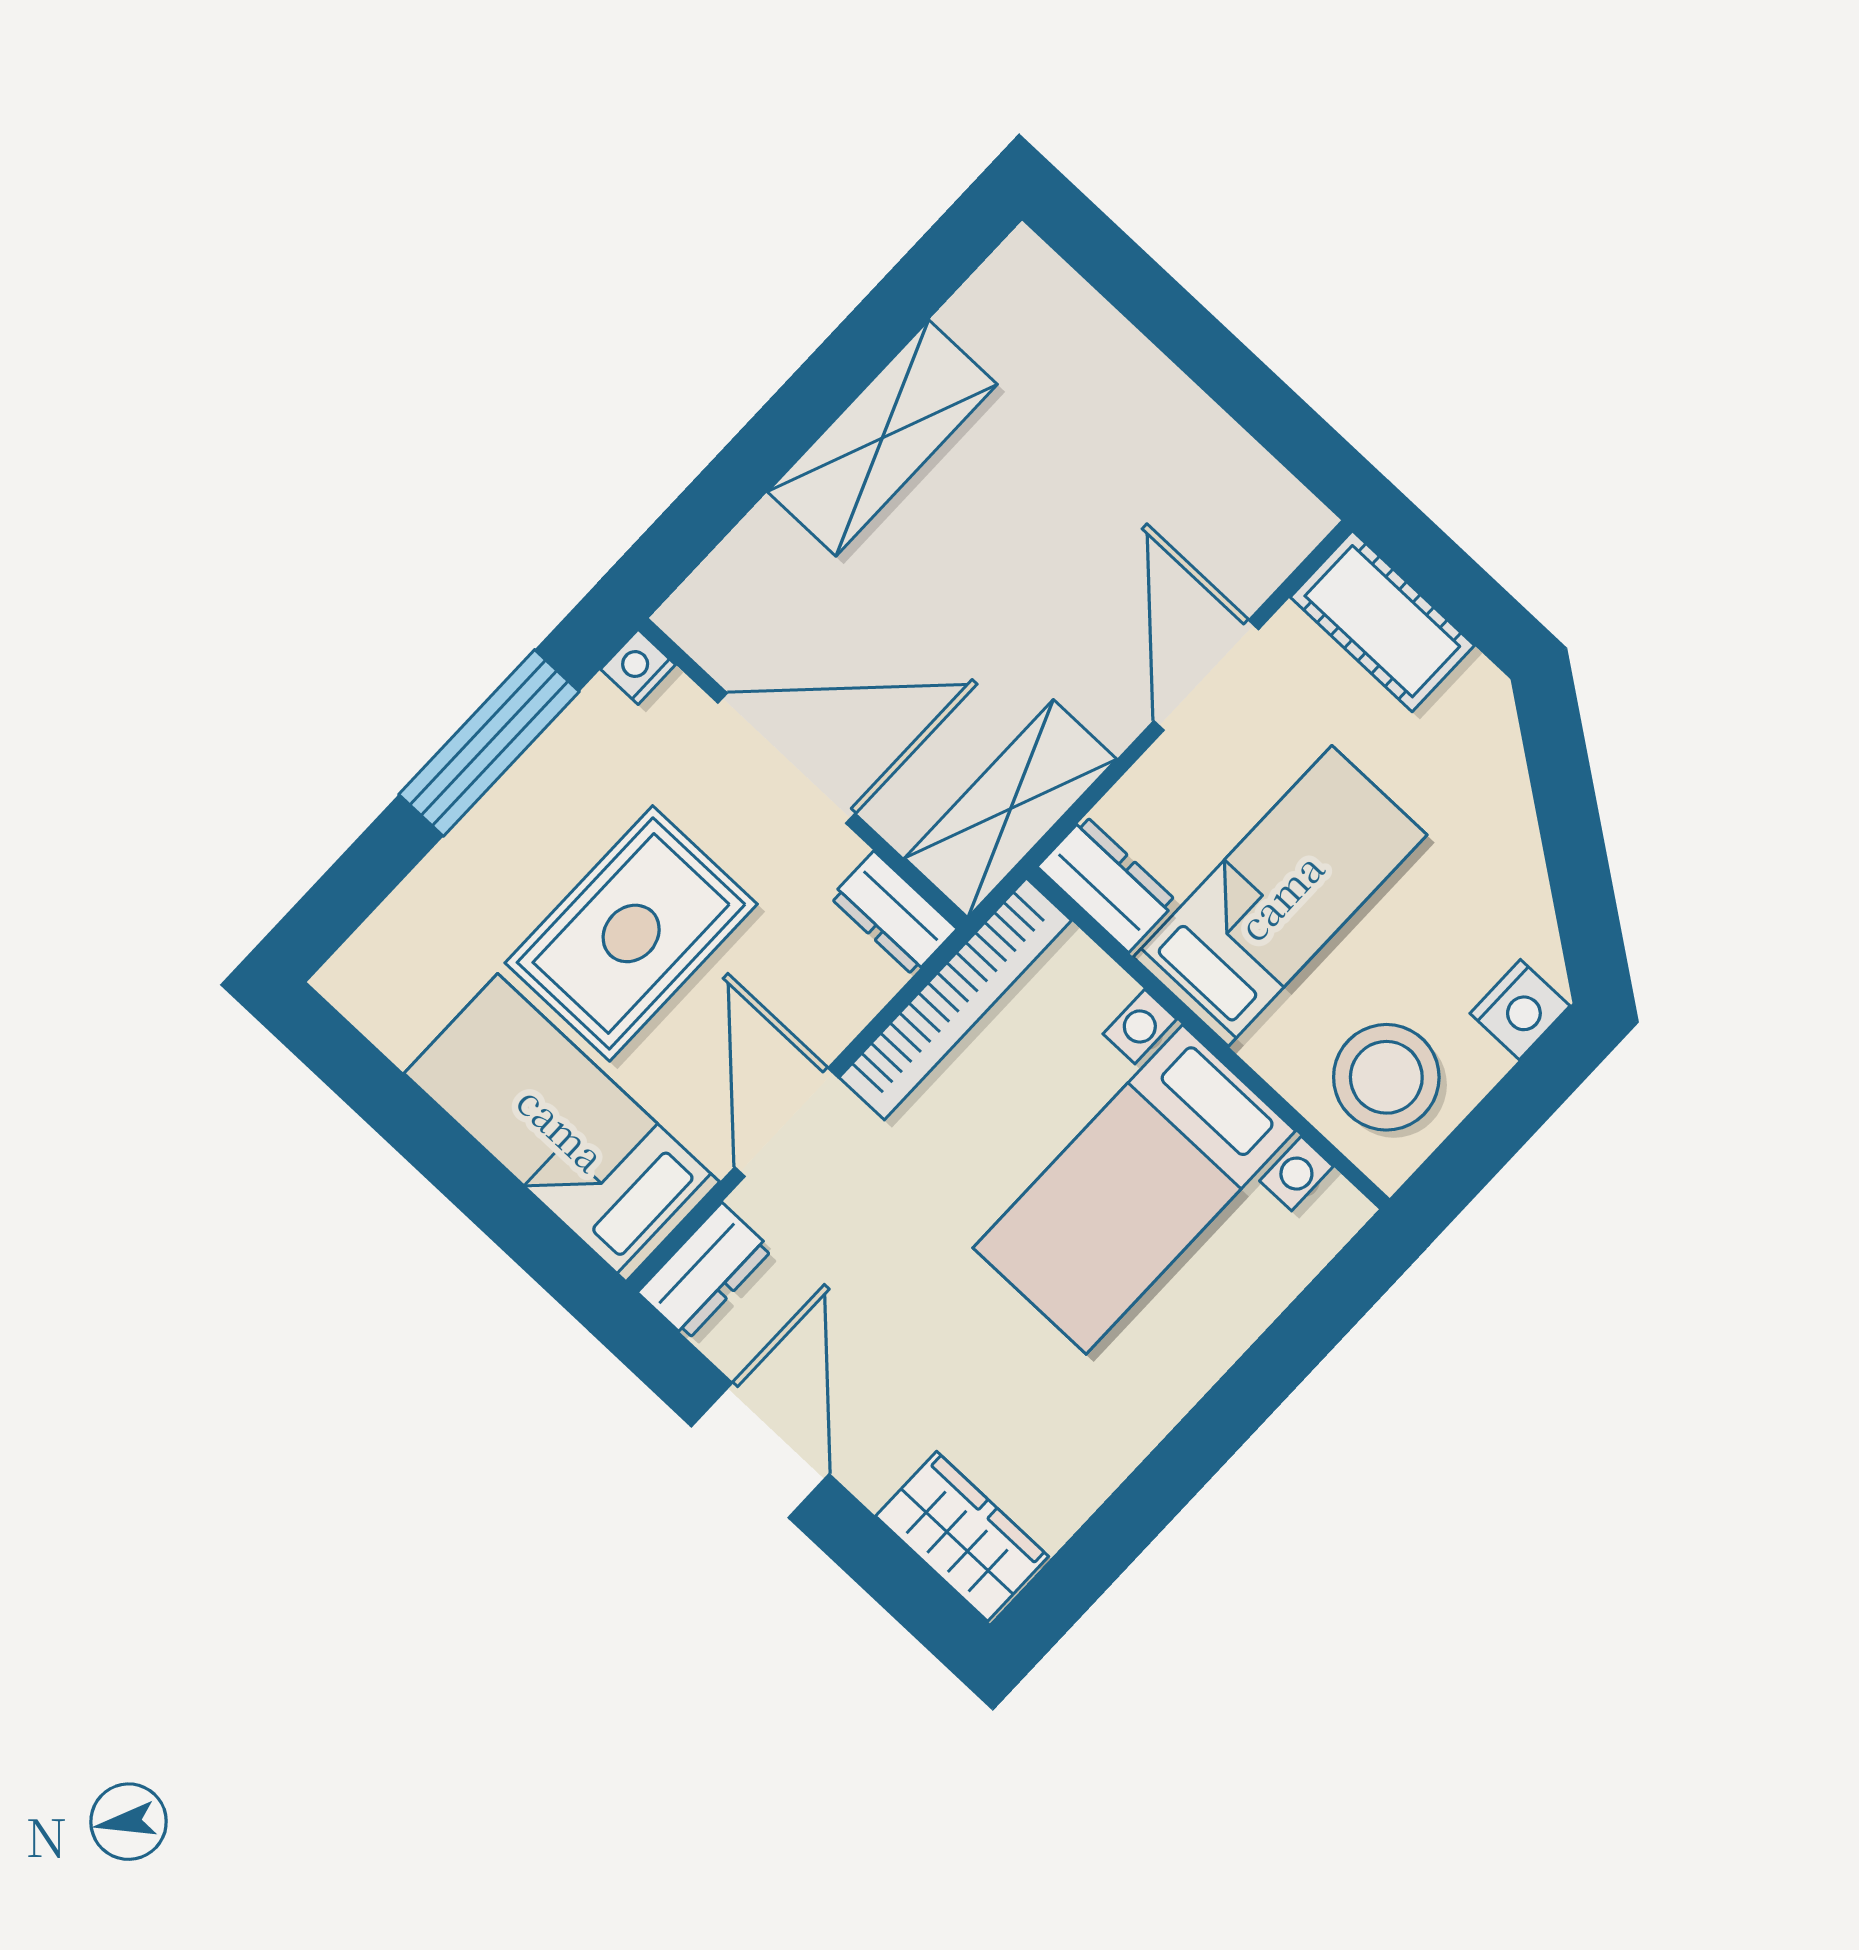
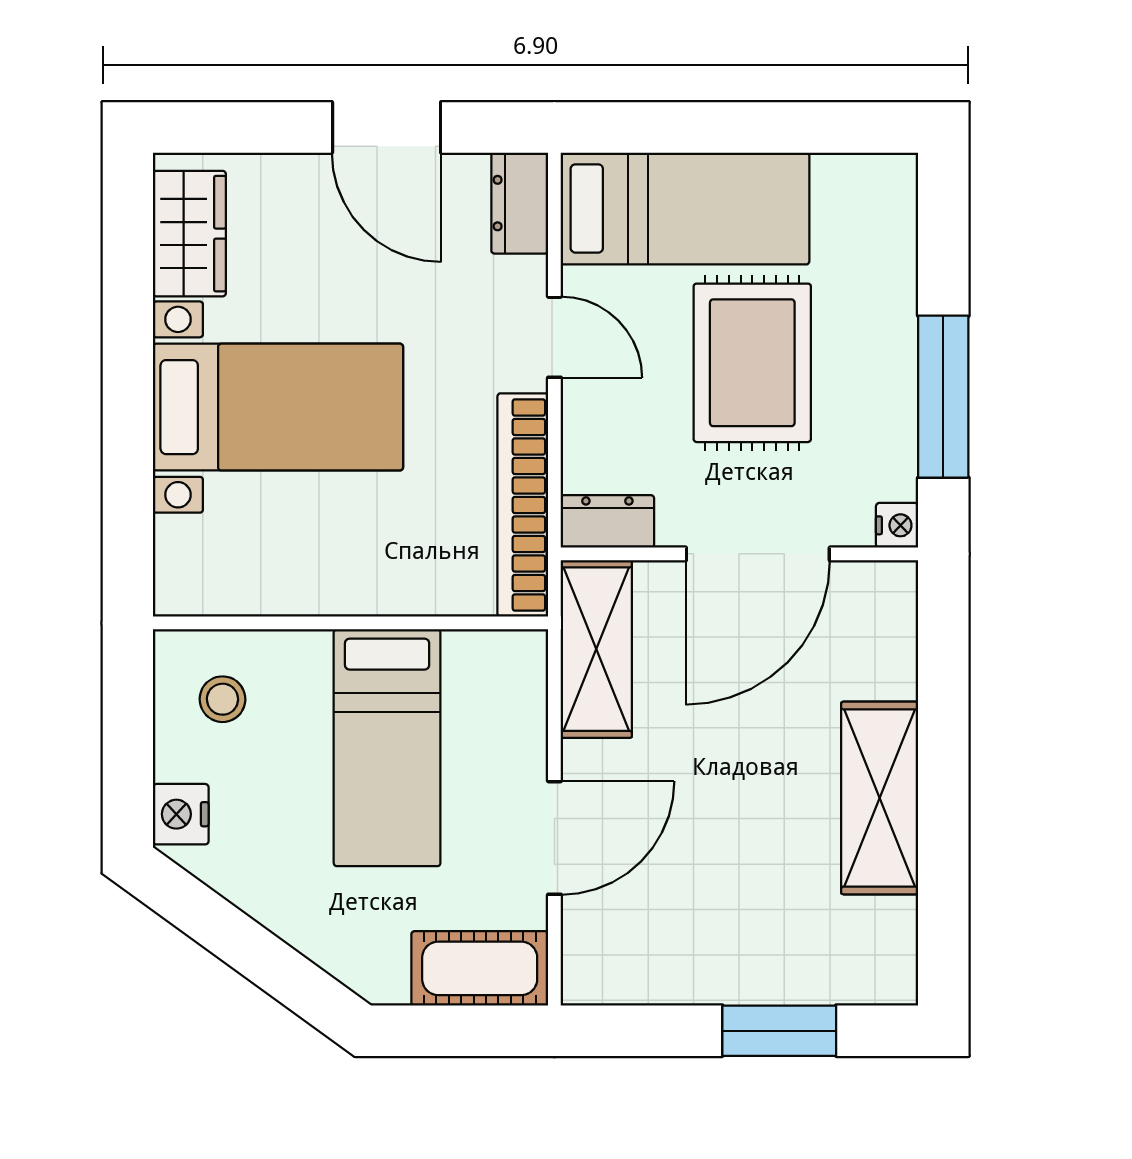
window: (1167, 314) -> (779, 1031), added
door: (1206, 675) -> (554, 838), hinge flipped
dresser: (1107, 884) -> (497, 658), removed
stool: (1386, 1077) -> (222, 699), width x0.53, depth x0.53
door: (786, 1122) -> (554, 337), width x0.73
bed with nightstands: (1134, 1189) -> (278, 407), moved, turned 90
wardrobe: (962, 1536) -> (189, 234), moved, turned -90

